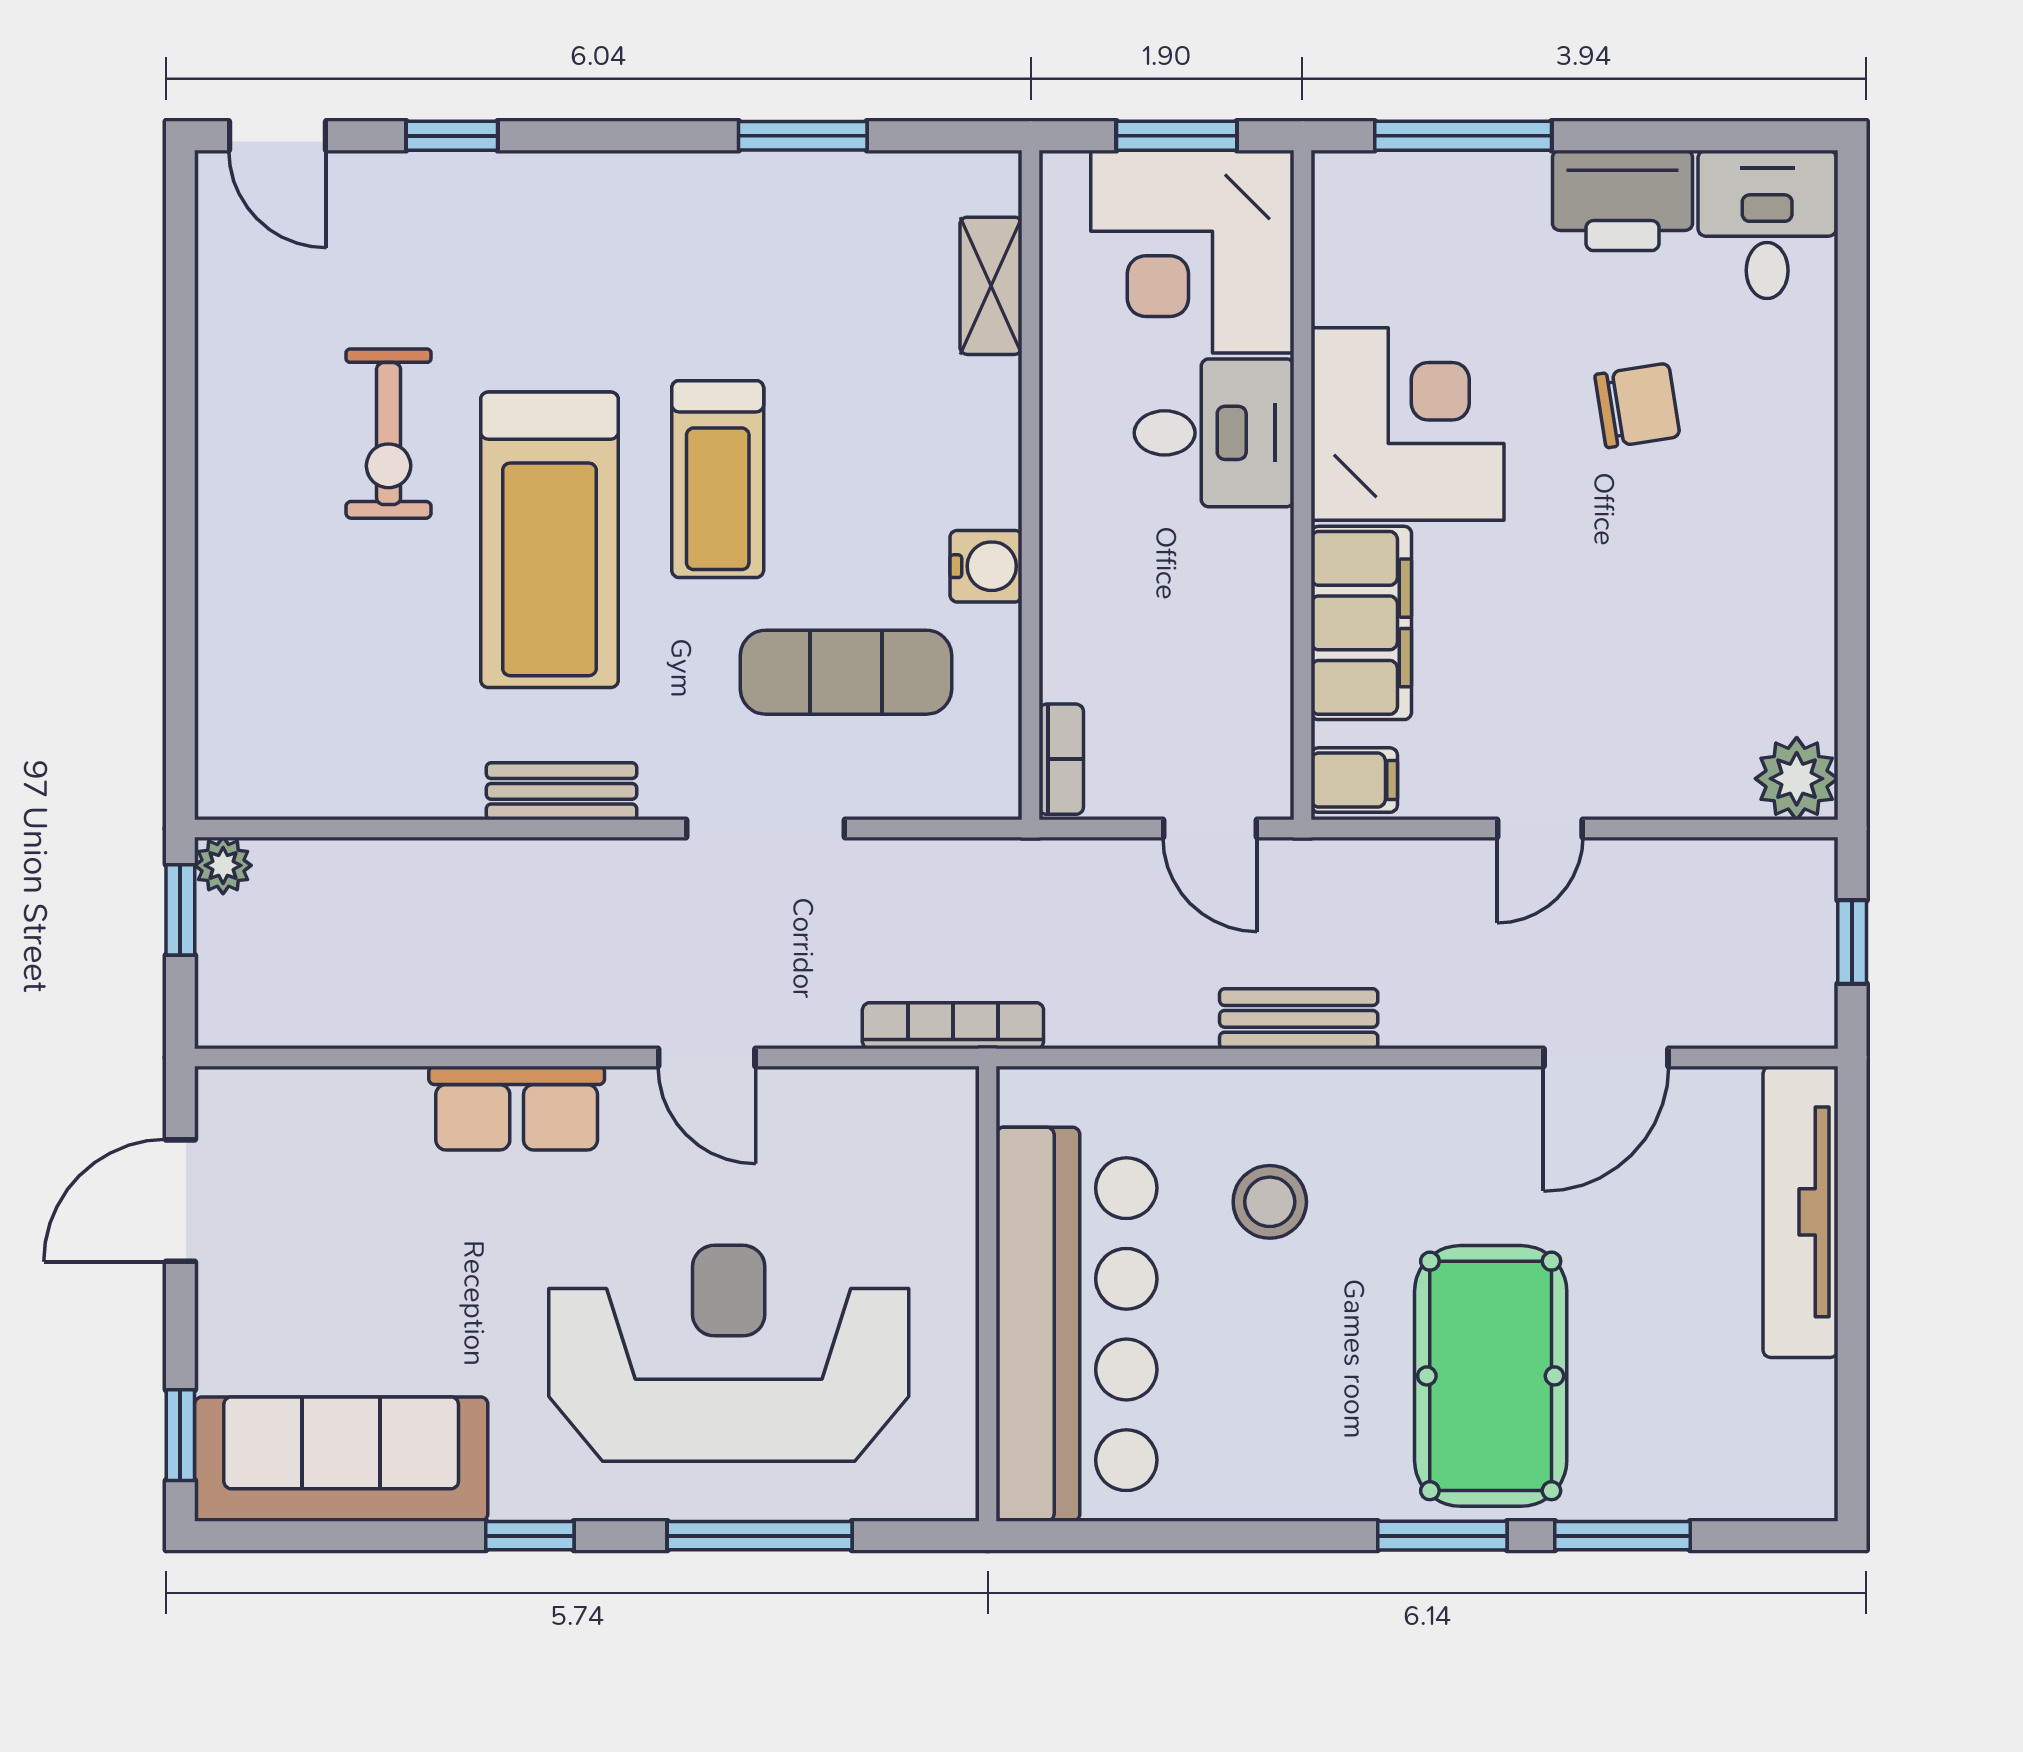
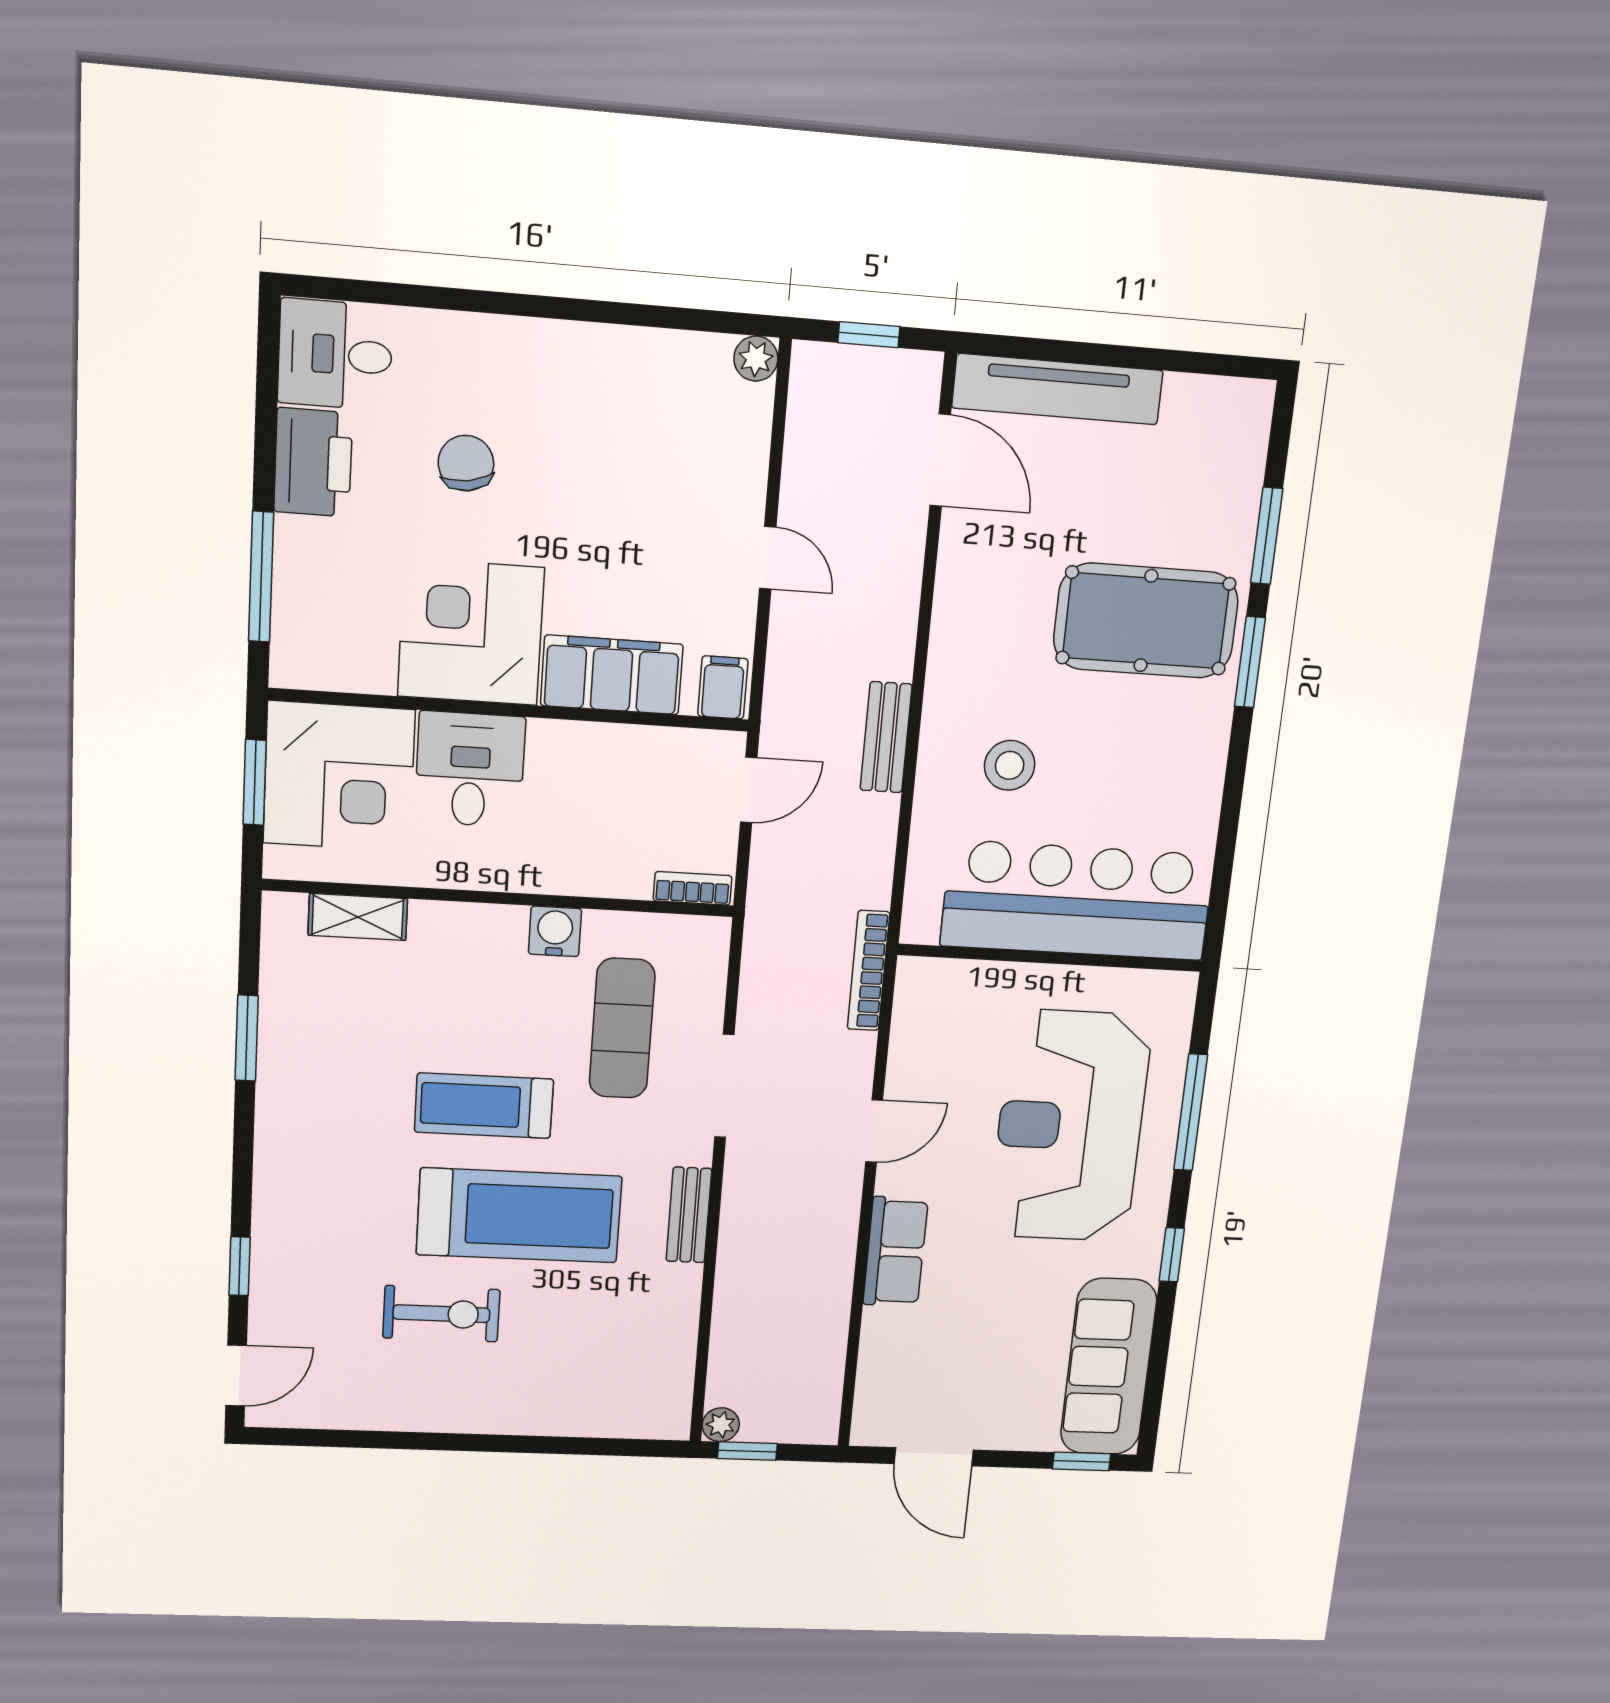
treadmill: (718, 479) -> (484, 1106), turned 180
plant: (1797, 779) -> (756, 359), width x0.73, depth x0.73
door: (1606, 1058) -> (940, 460), moved

